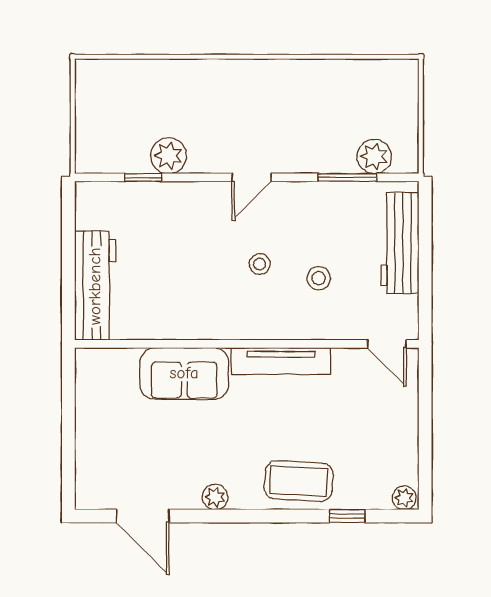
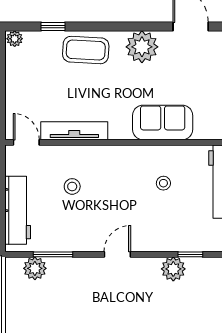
stool: (260, 264) -> (163, 183), moved
tv unit: (281, 361) -> (74, 131), moved
plant: (215, 497) -> (142, 47), width x1.88, depth x1.88

